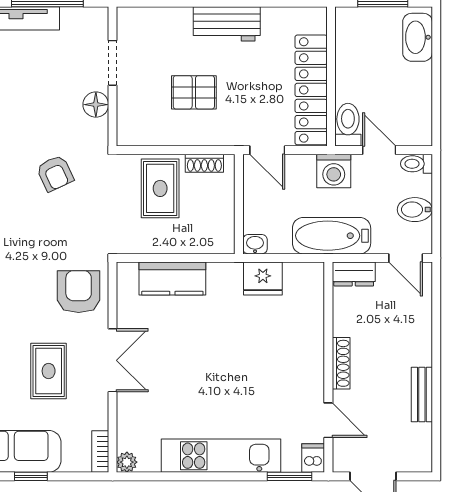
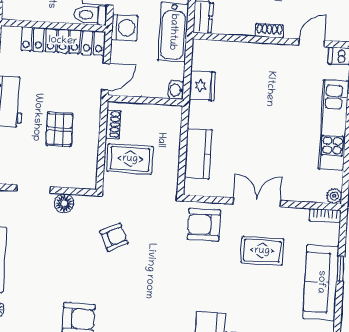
shoe rack: (341, 363) -> (269, 31), width x0.70

